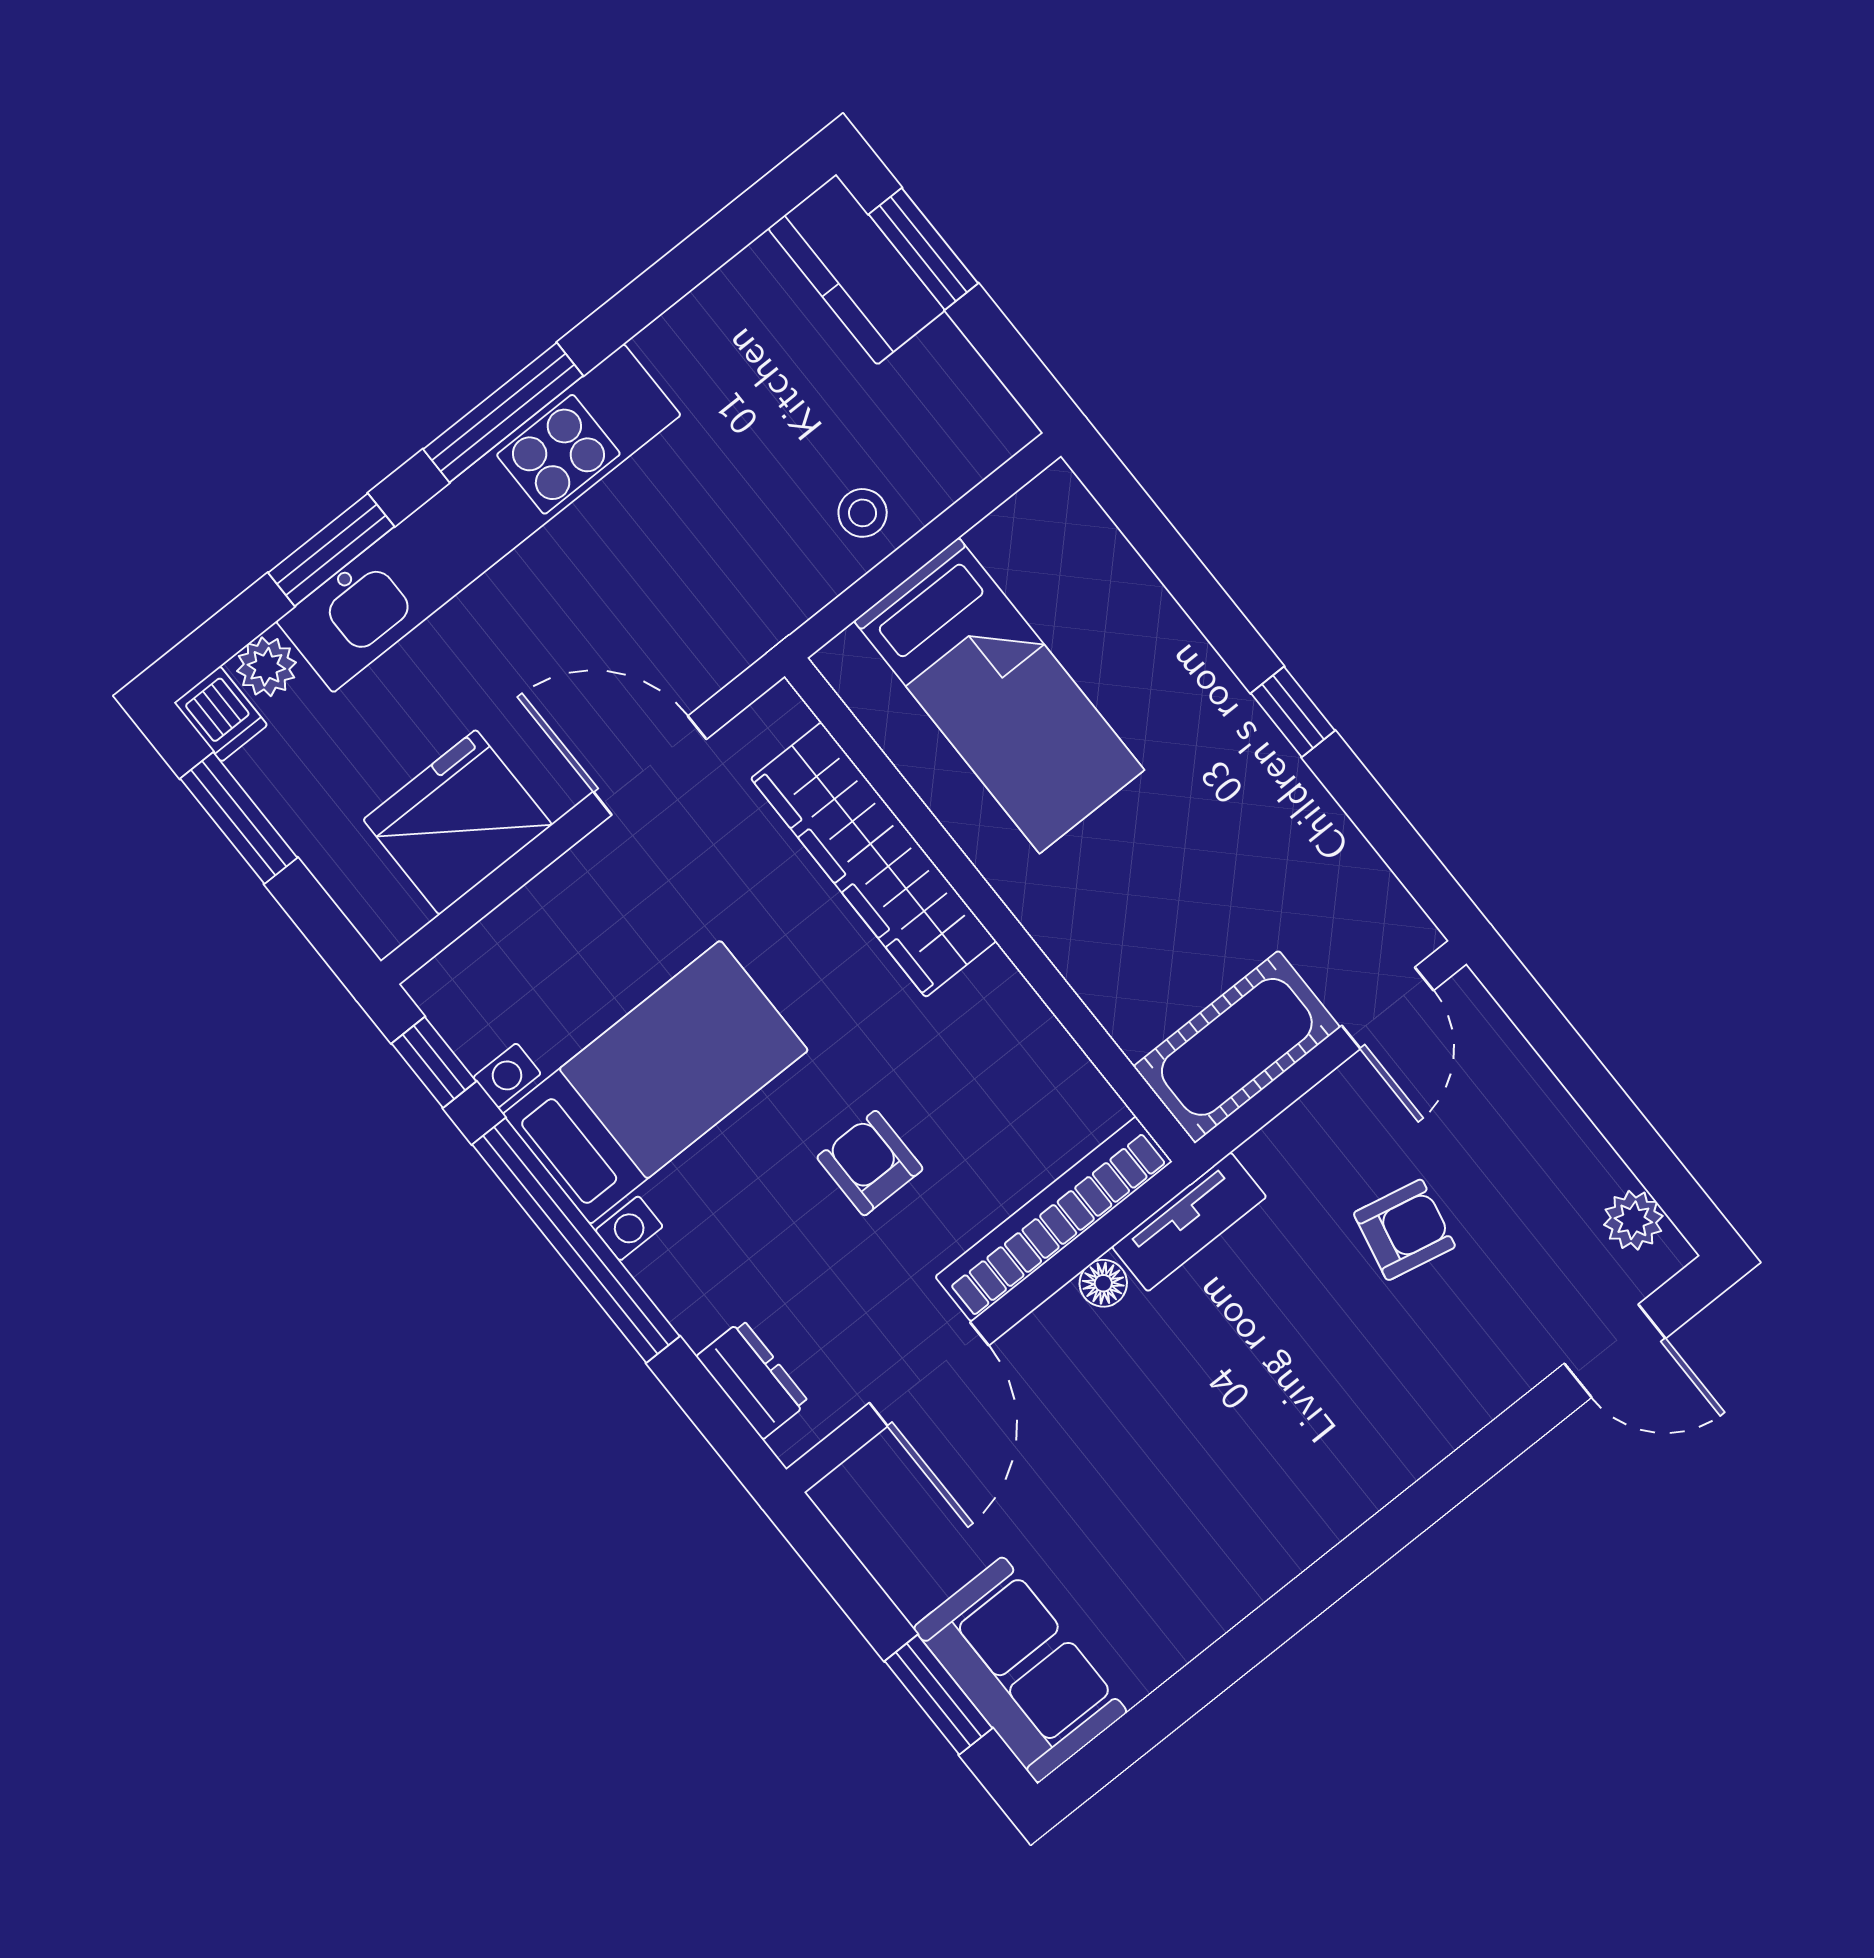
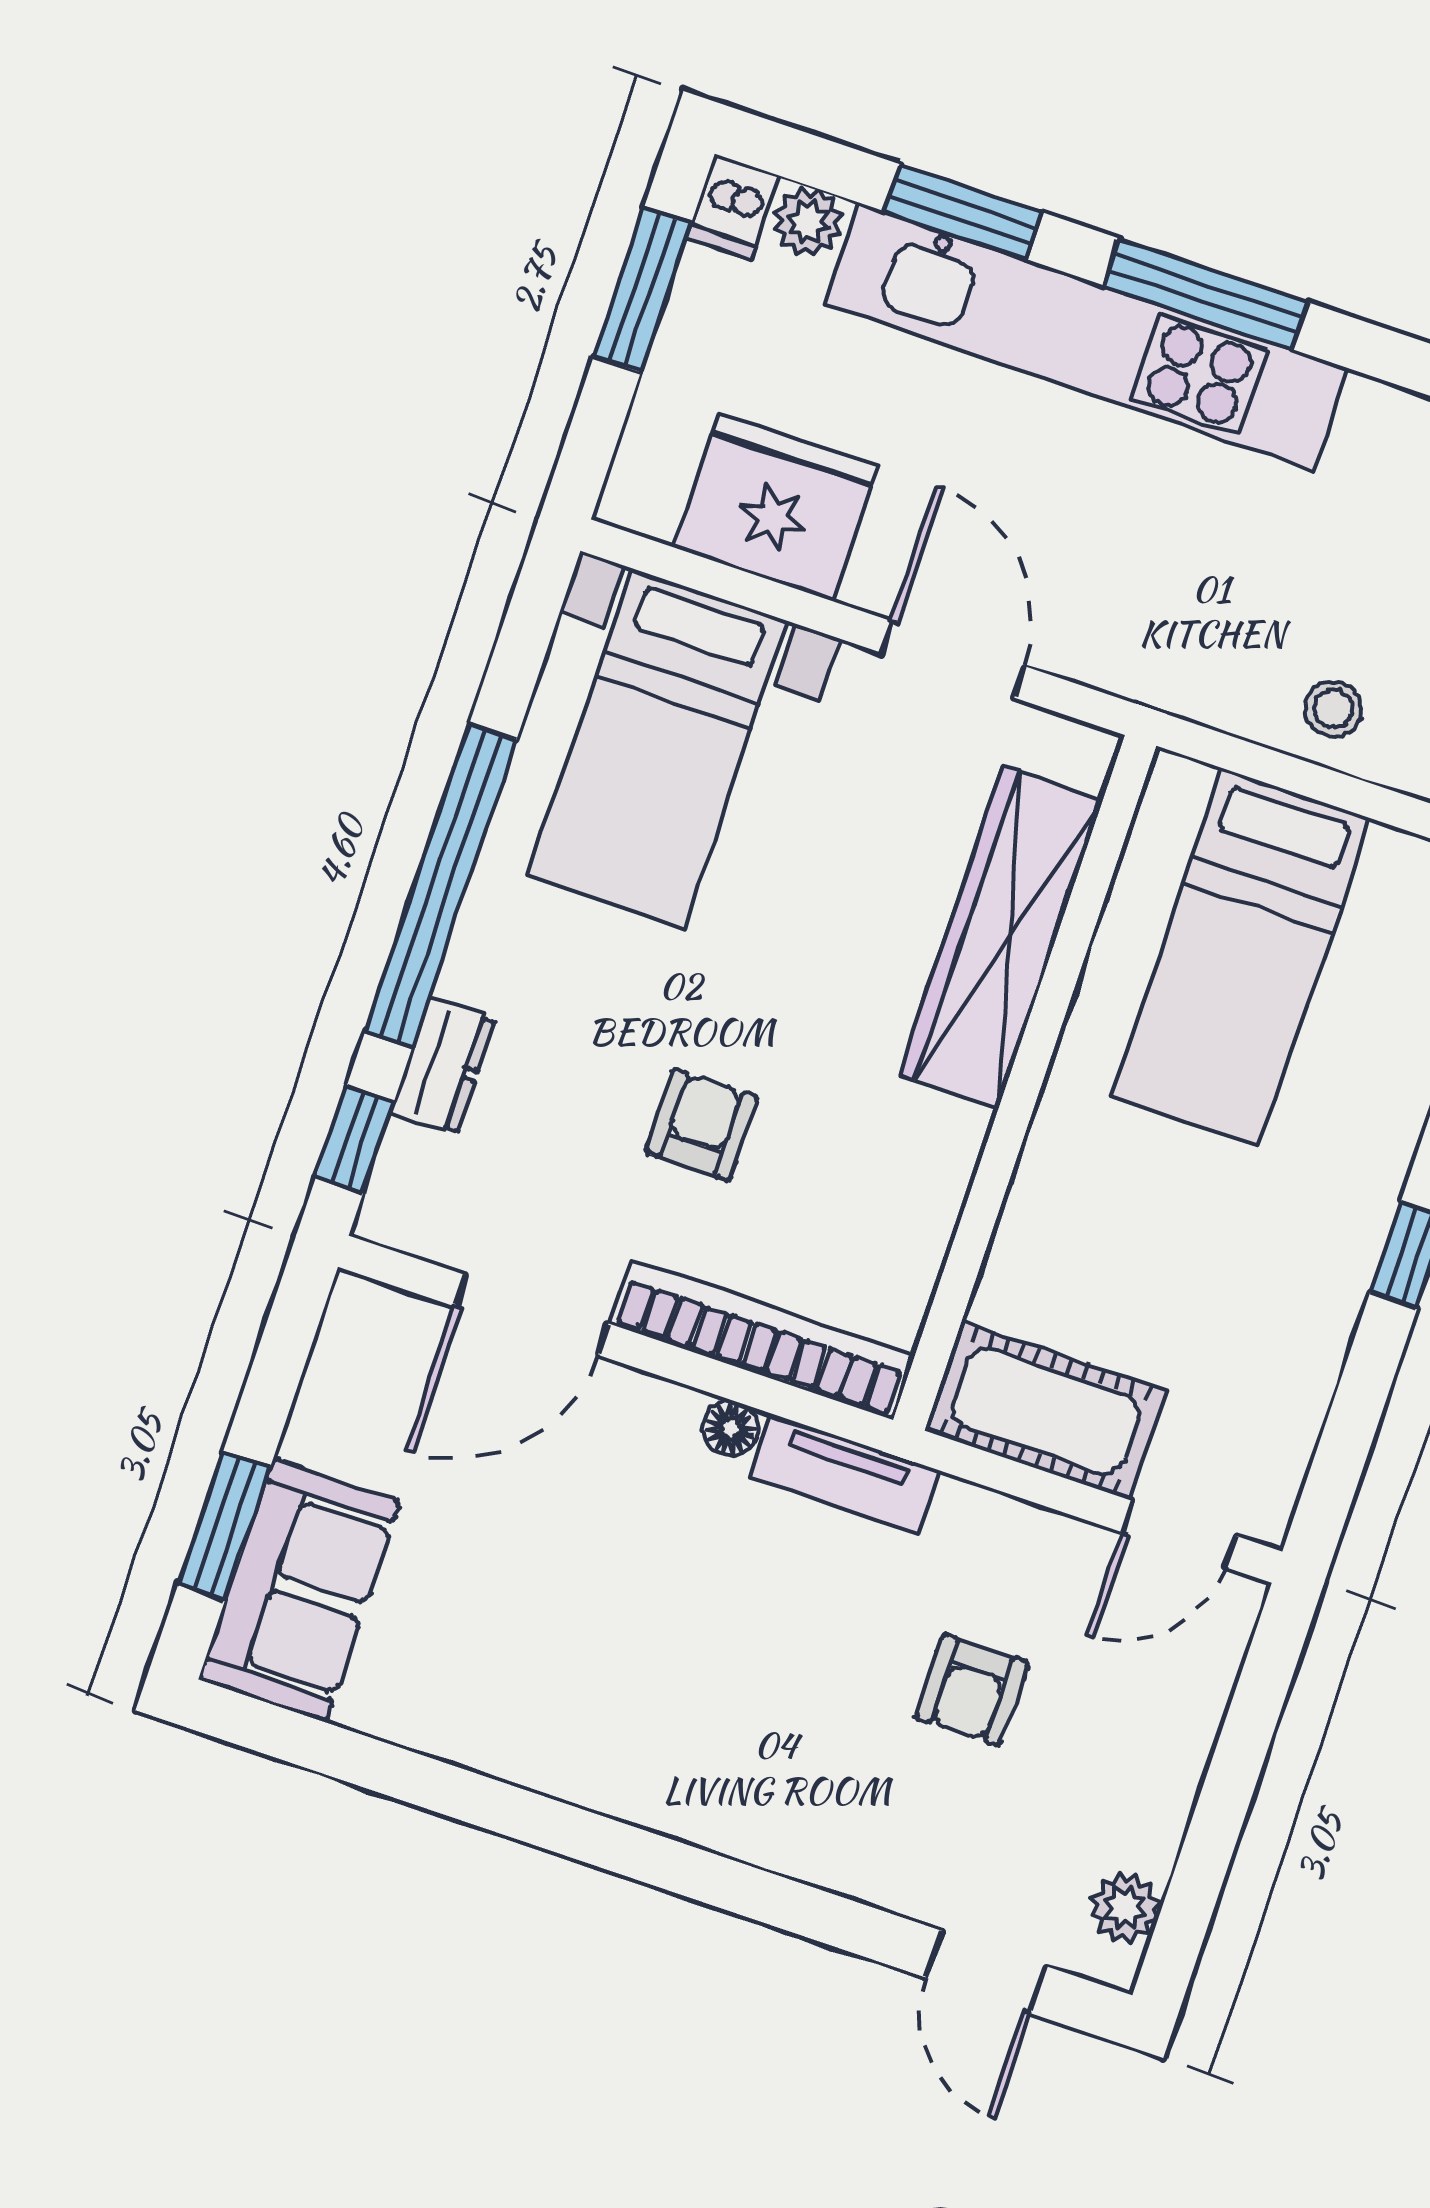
window: (434, 1062) -> (355, 1140), moved
bed with nightstands: (655, 1082) -> (658, 748), moved, turned 90
armchair: (1404, 1230) -> (972, 1690), turned 78
dresser: (753, 1379) -> (443, 1065), moved

